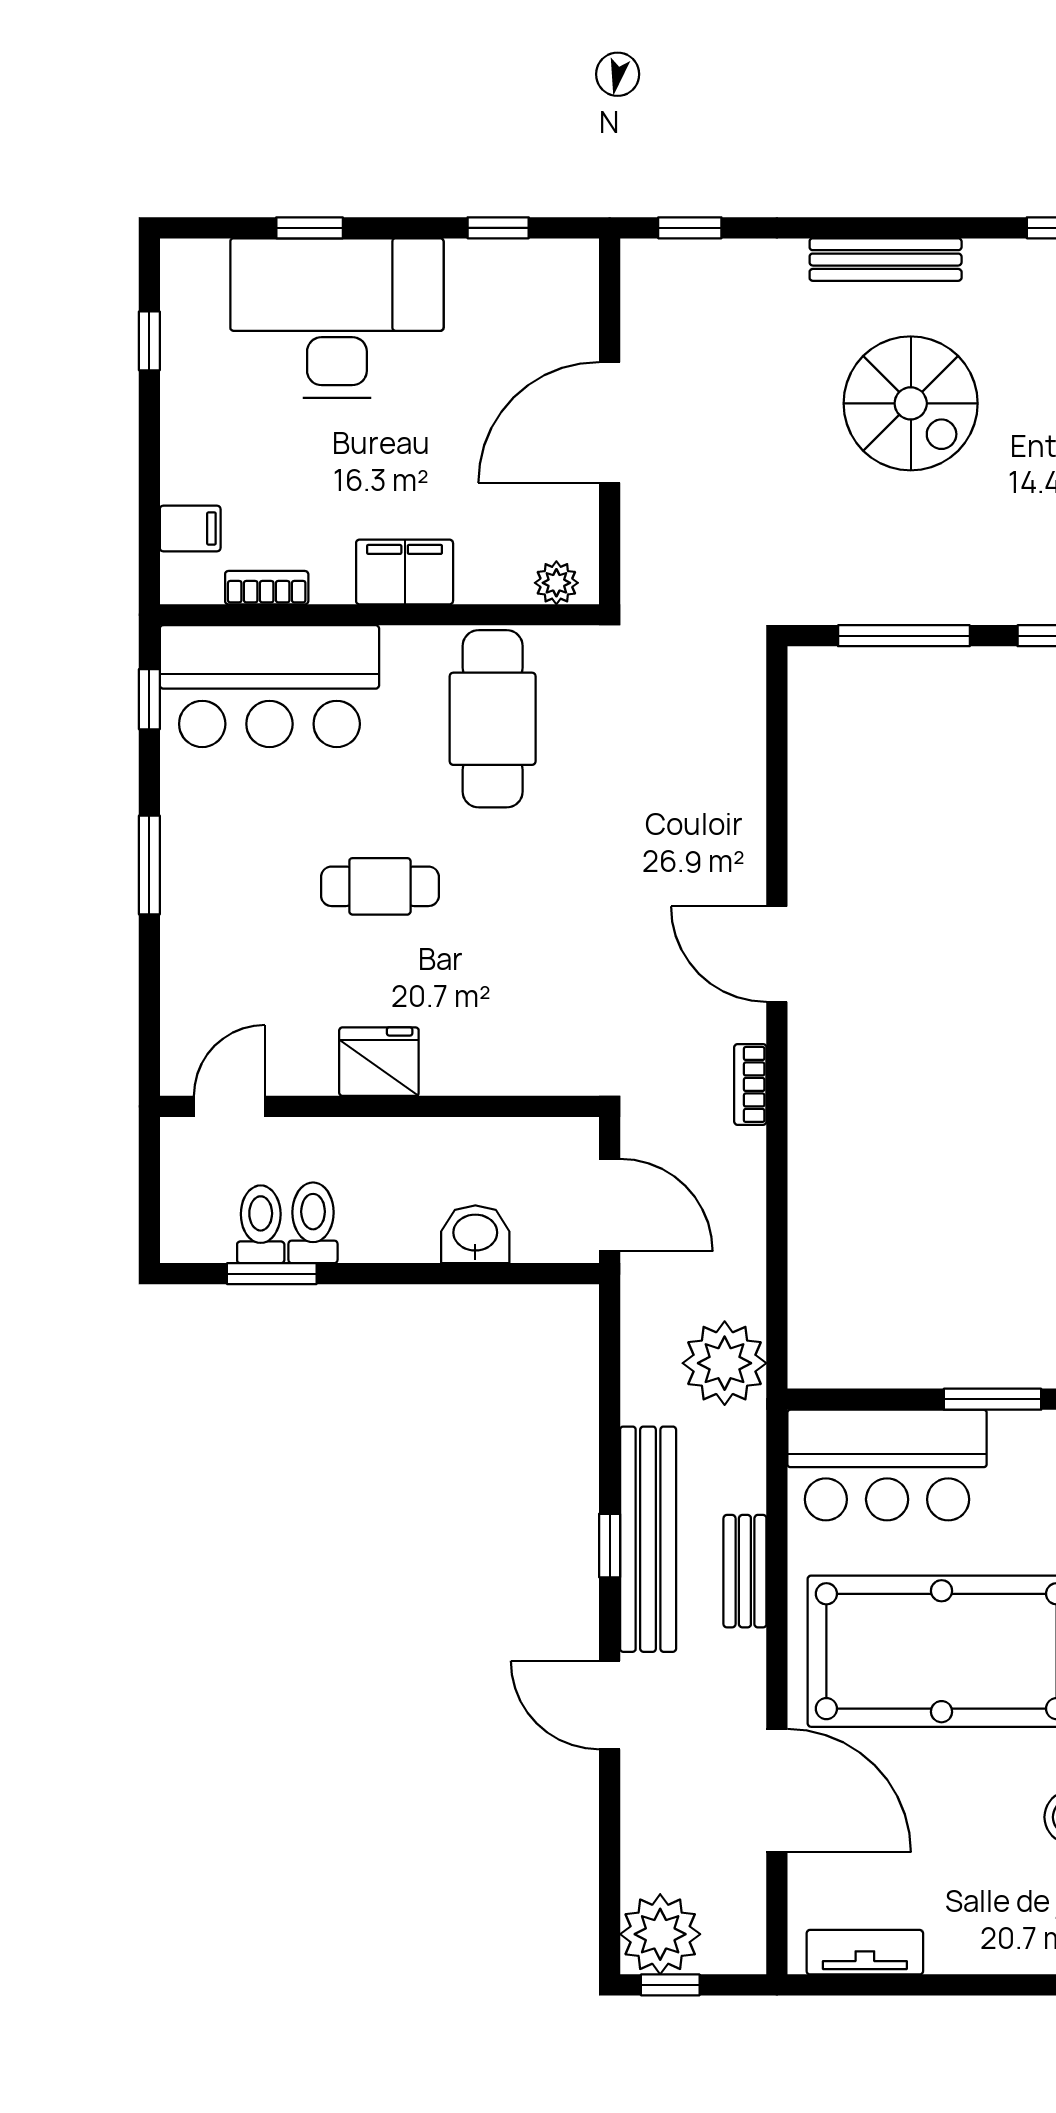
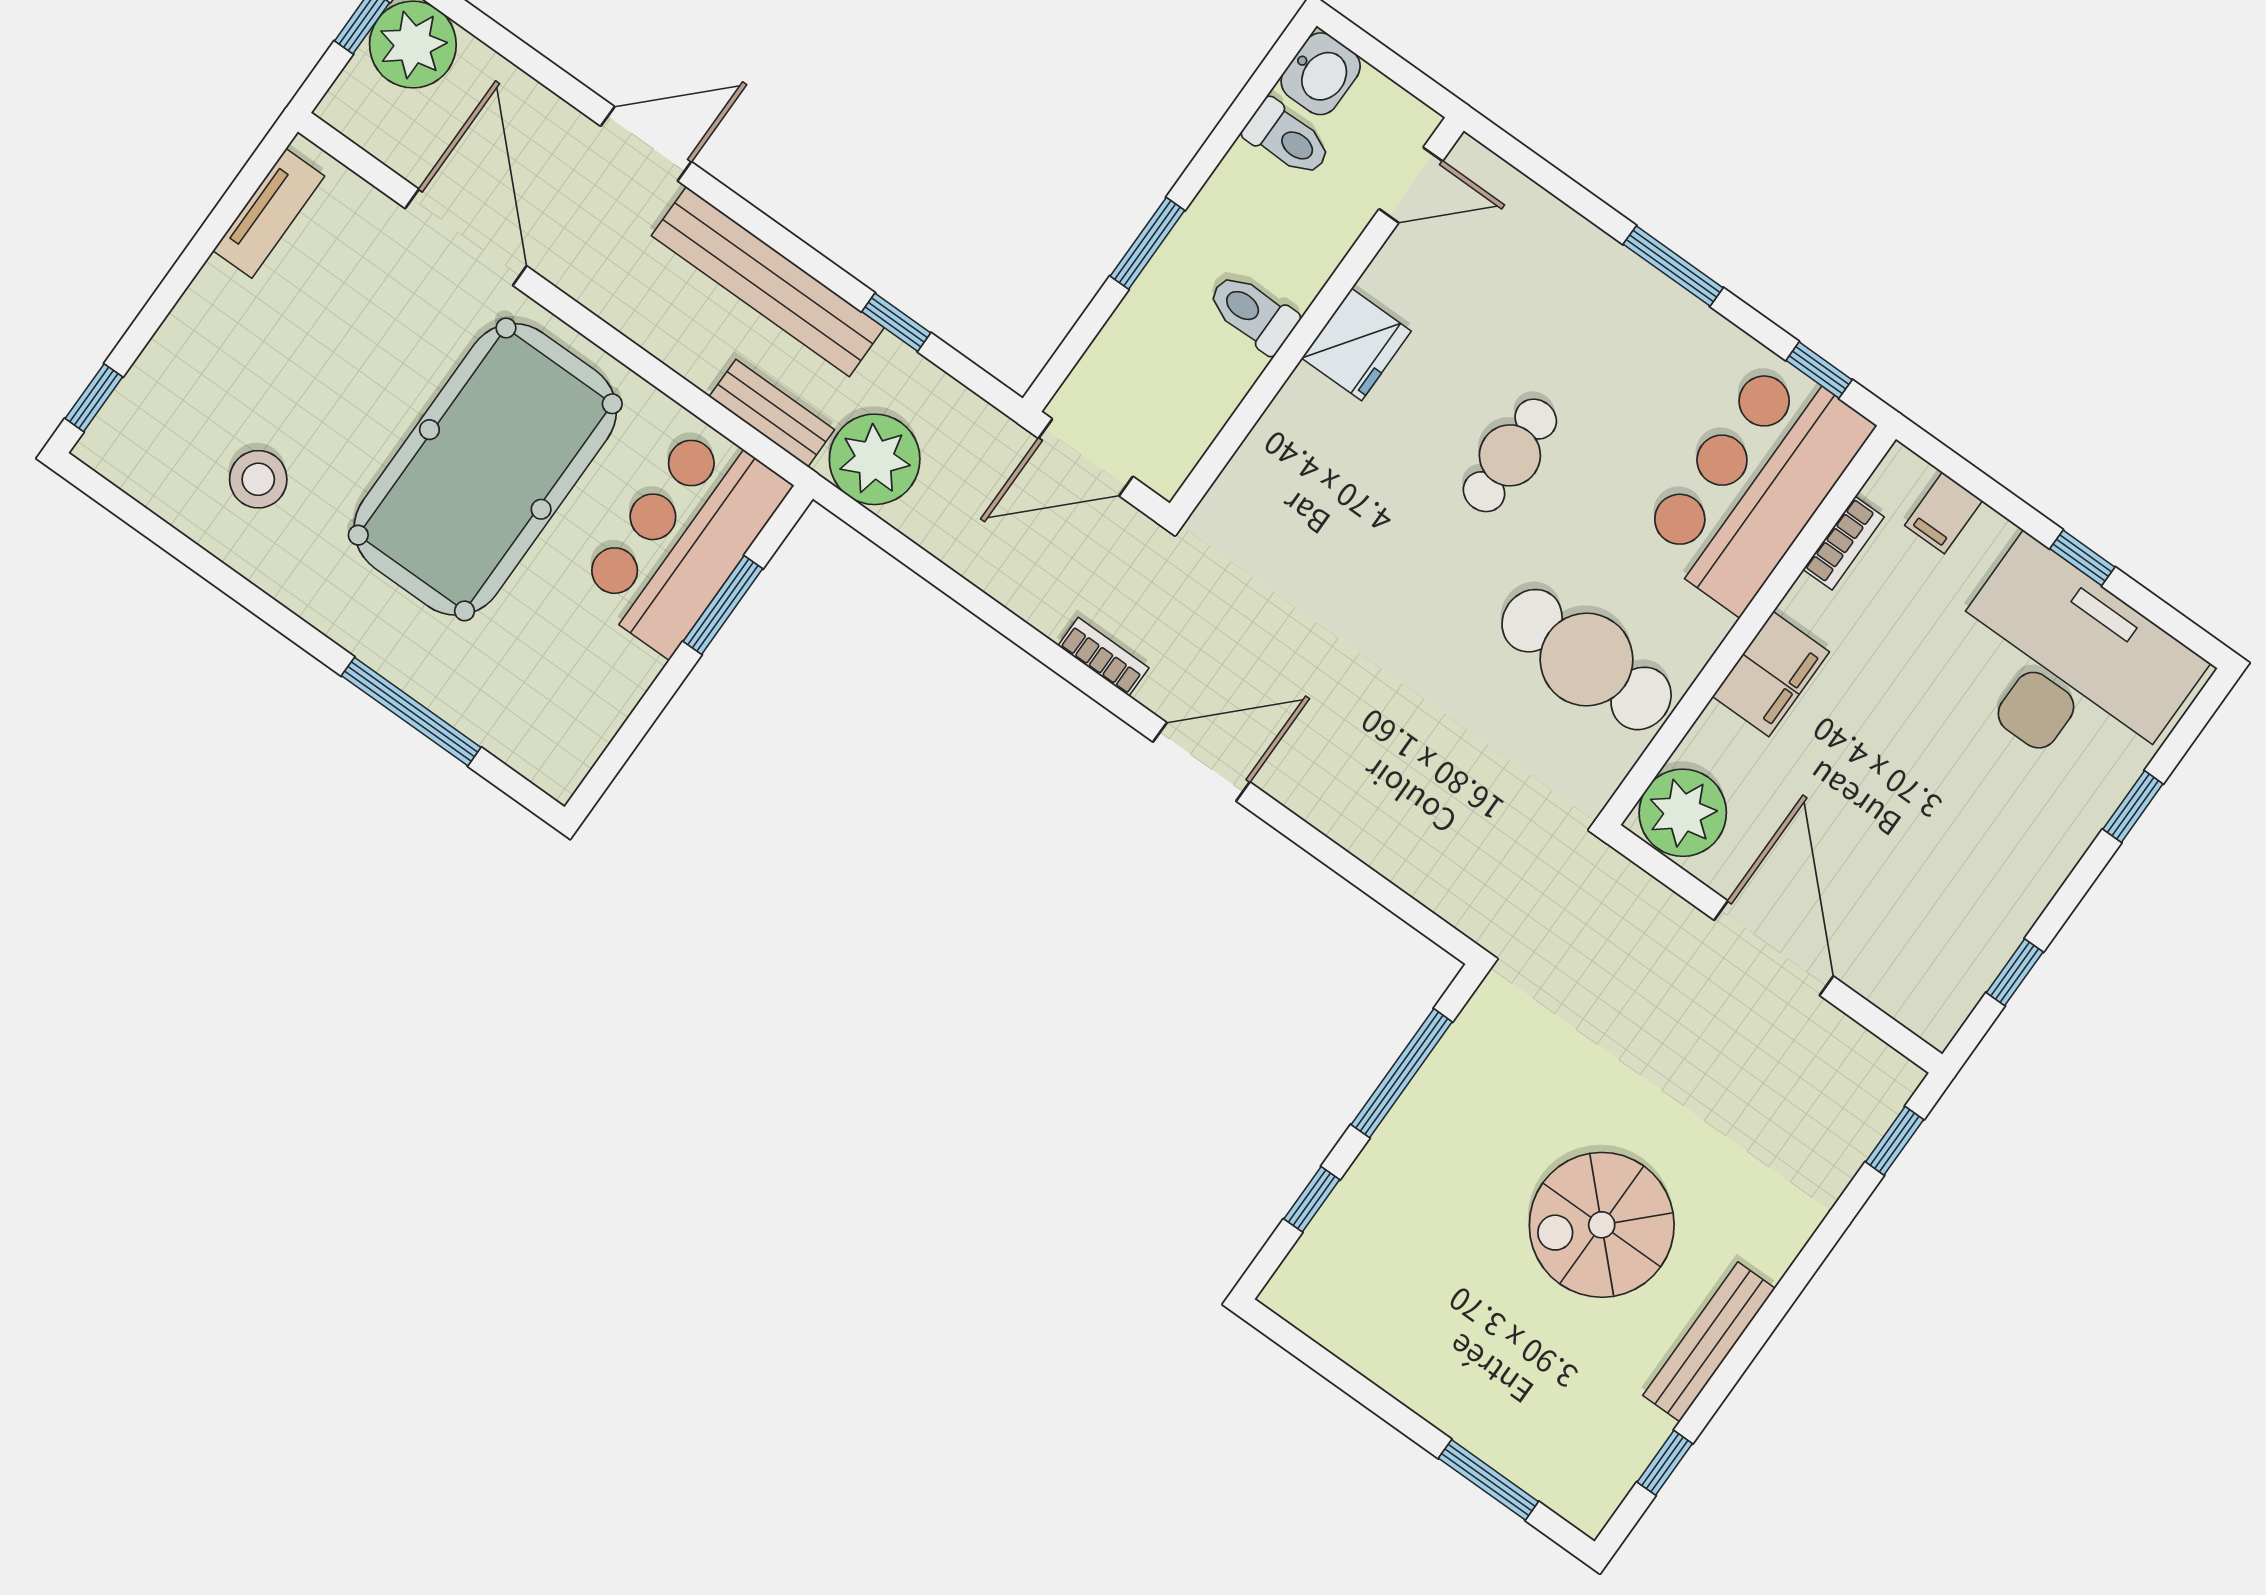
bench: (886, 260) -> (1709, 1342), moved
desk: (337, 318) -> (2067, 667), moved, turned -90
window: (149, 341) -> (2082, 558), moved
plant: (556, 583) -> (1683, 813), width x1.87, depth x1.87
door: (229, 1106) -> (1411, 185), hinge flipped
toilet: (313, 1223) -> (1252, 313), moved, turned 180
washbasin: (475, 1234) -> (1321, 74), moved
window: (272, 1274) -> (1147, 243), moved
window: (992, 1399) -> (723, 605), moved
window: (610, 1546) -> (896, 322), moved
bench: (745, 1571) -> (772, 413), moved
door: (777, 1791) -> (466, 237), swing flipped

